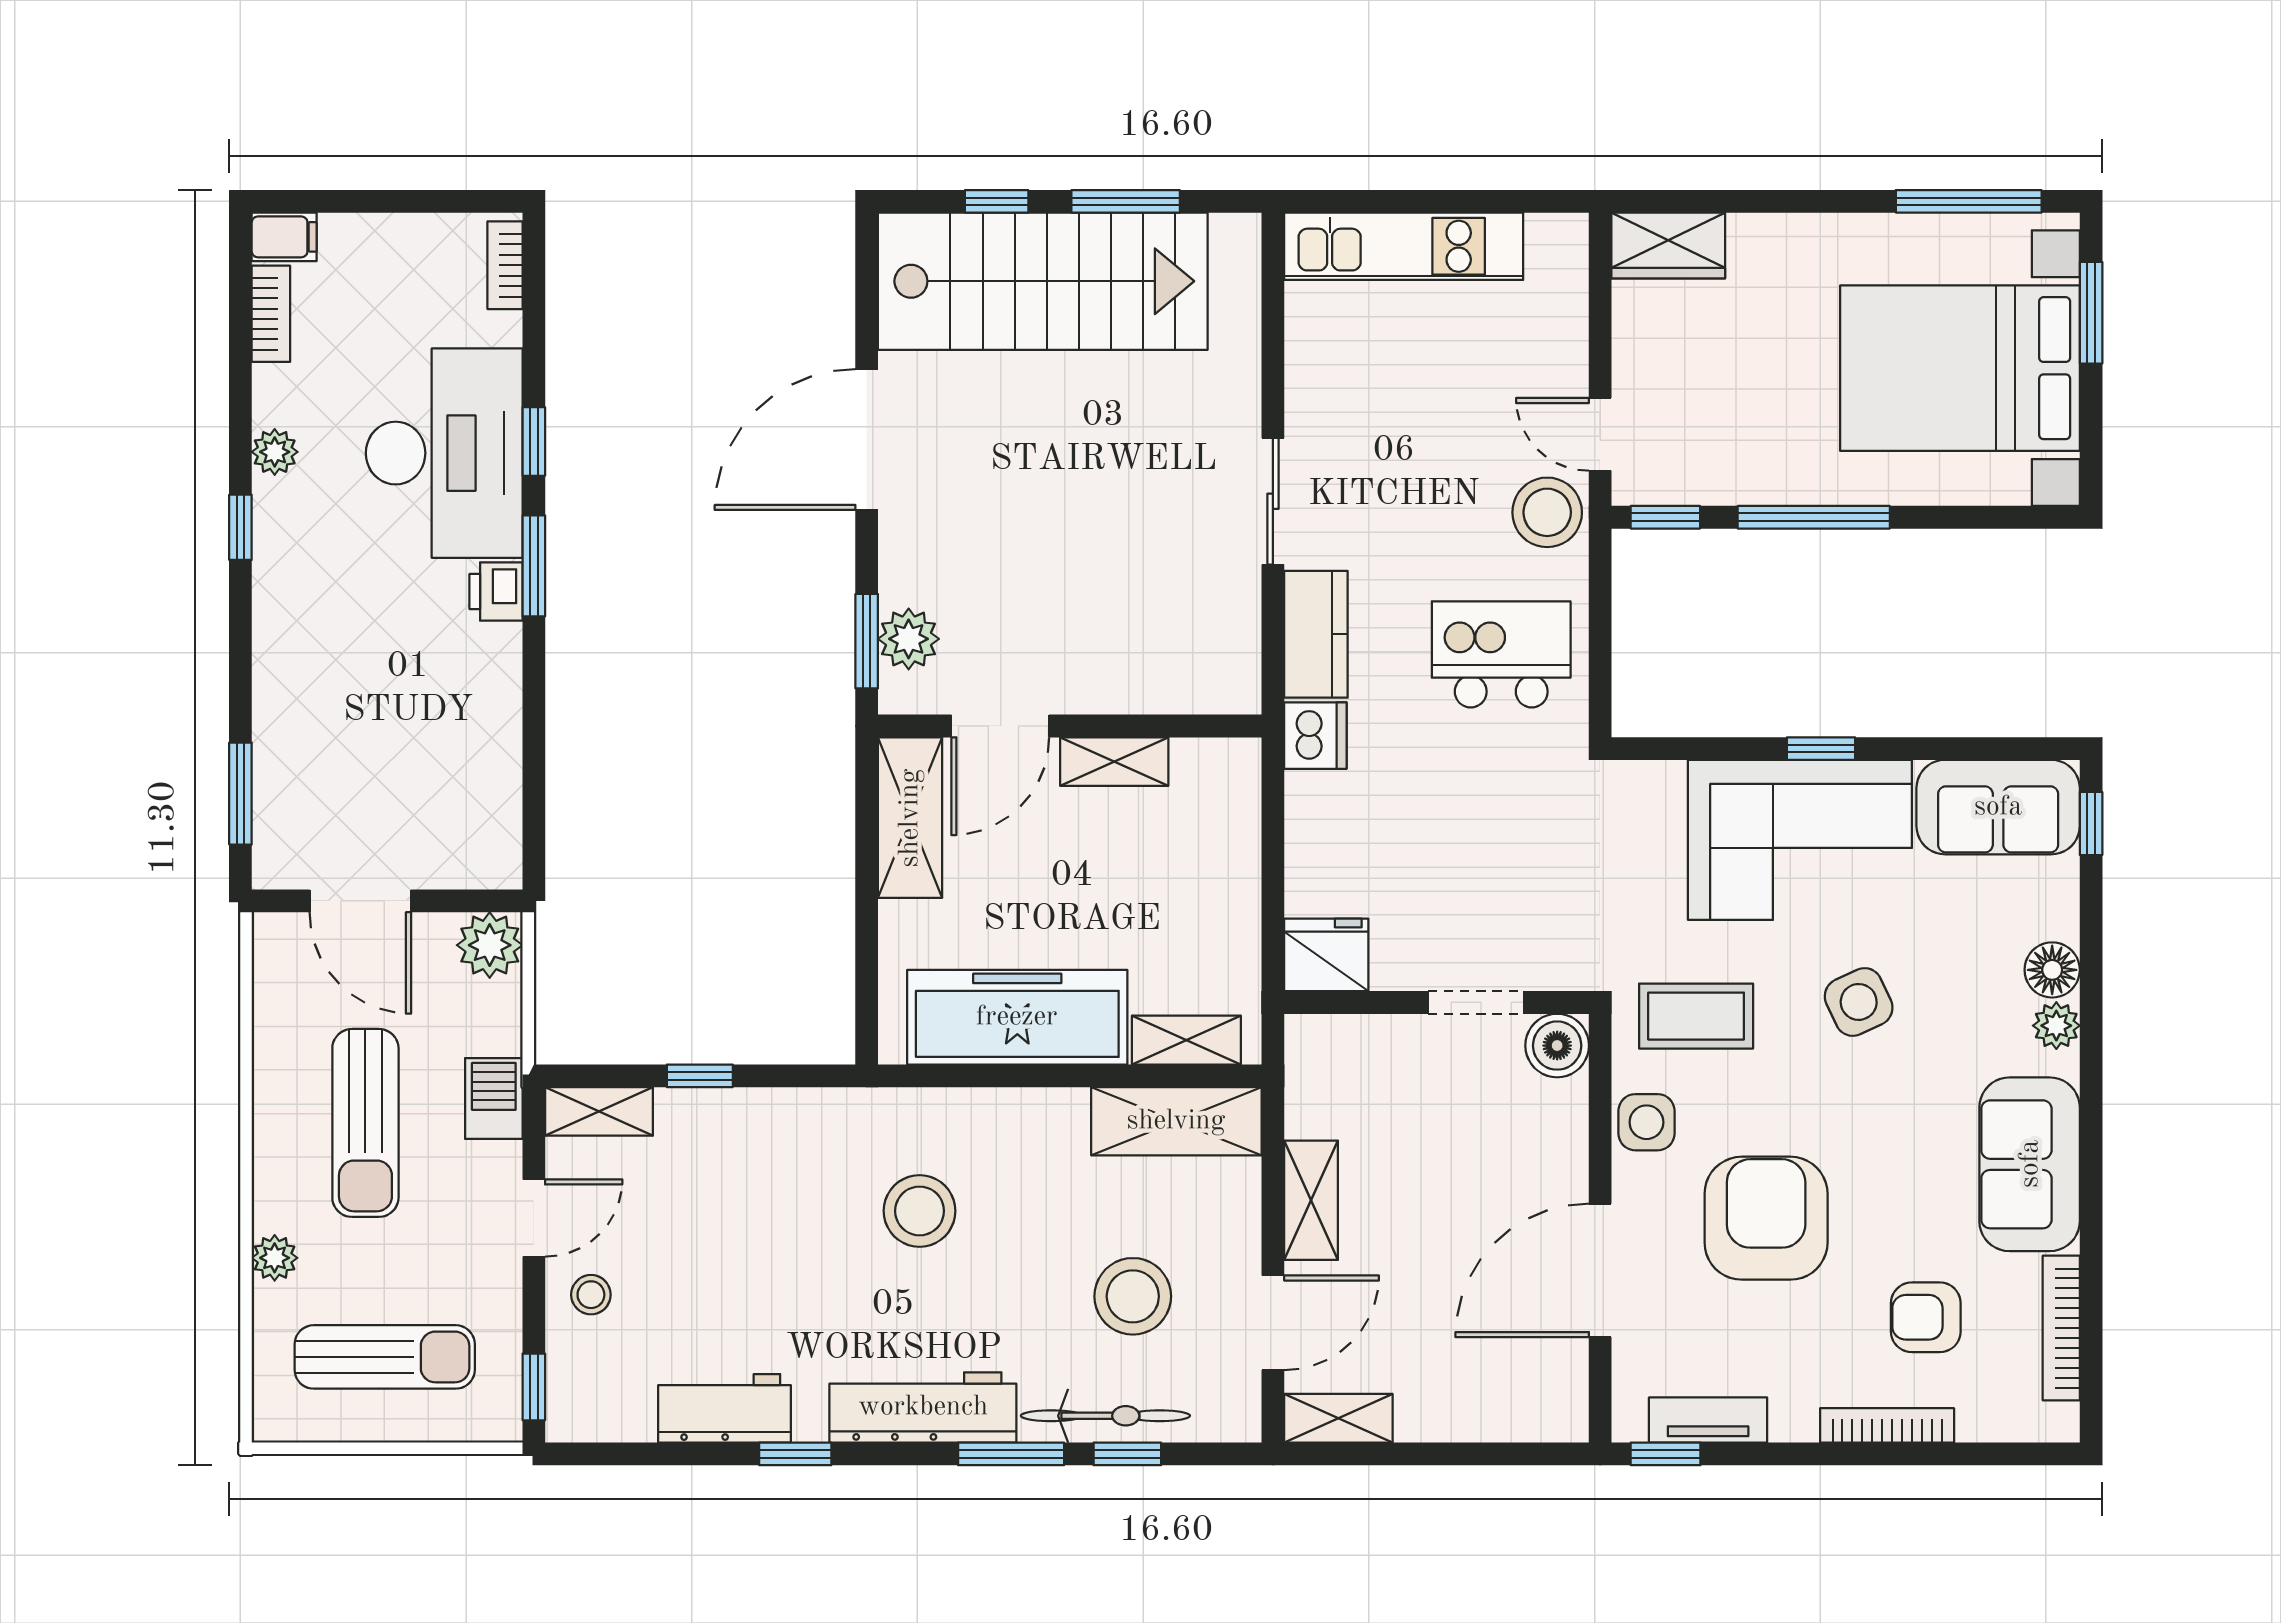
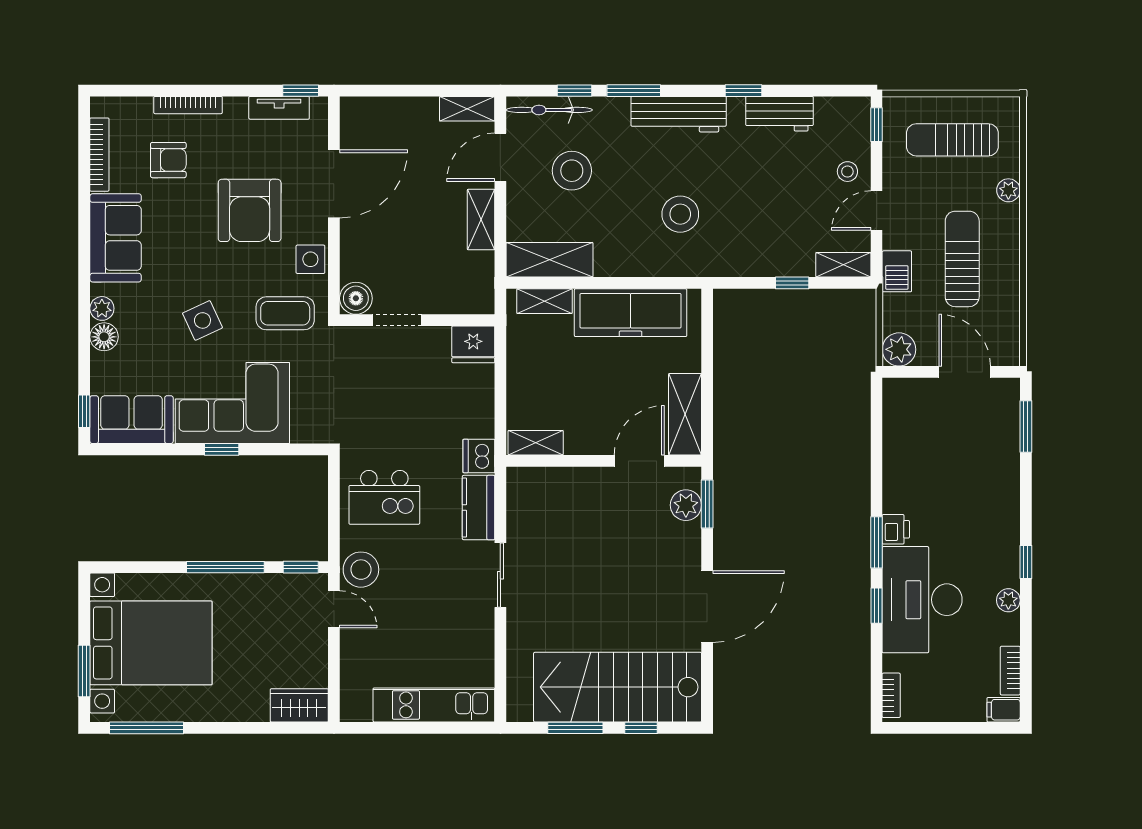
shelving: (1114, 762) -> (536, 443), moved
bicycle: (1105, 1416) -> (549, 110), moved

